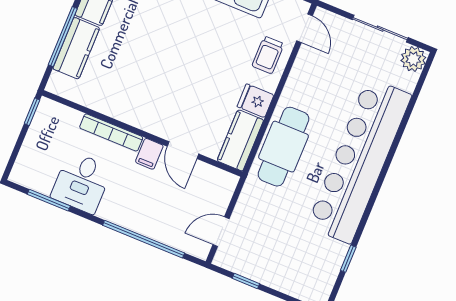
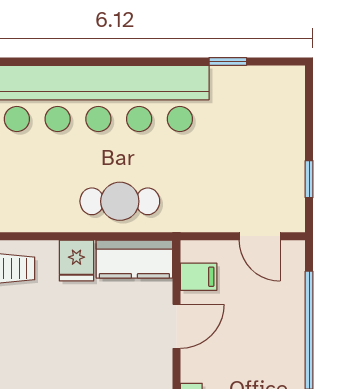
cafe table: (283, 147) -> (120, 201), width x0.73, depth x0.74
filing cabinet: (149, 154) -> (199, 277), moved

